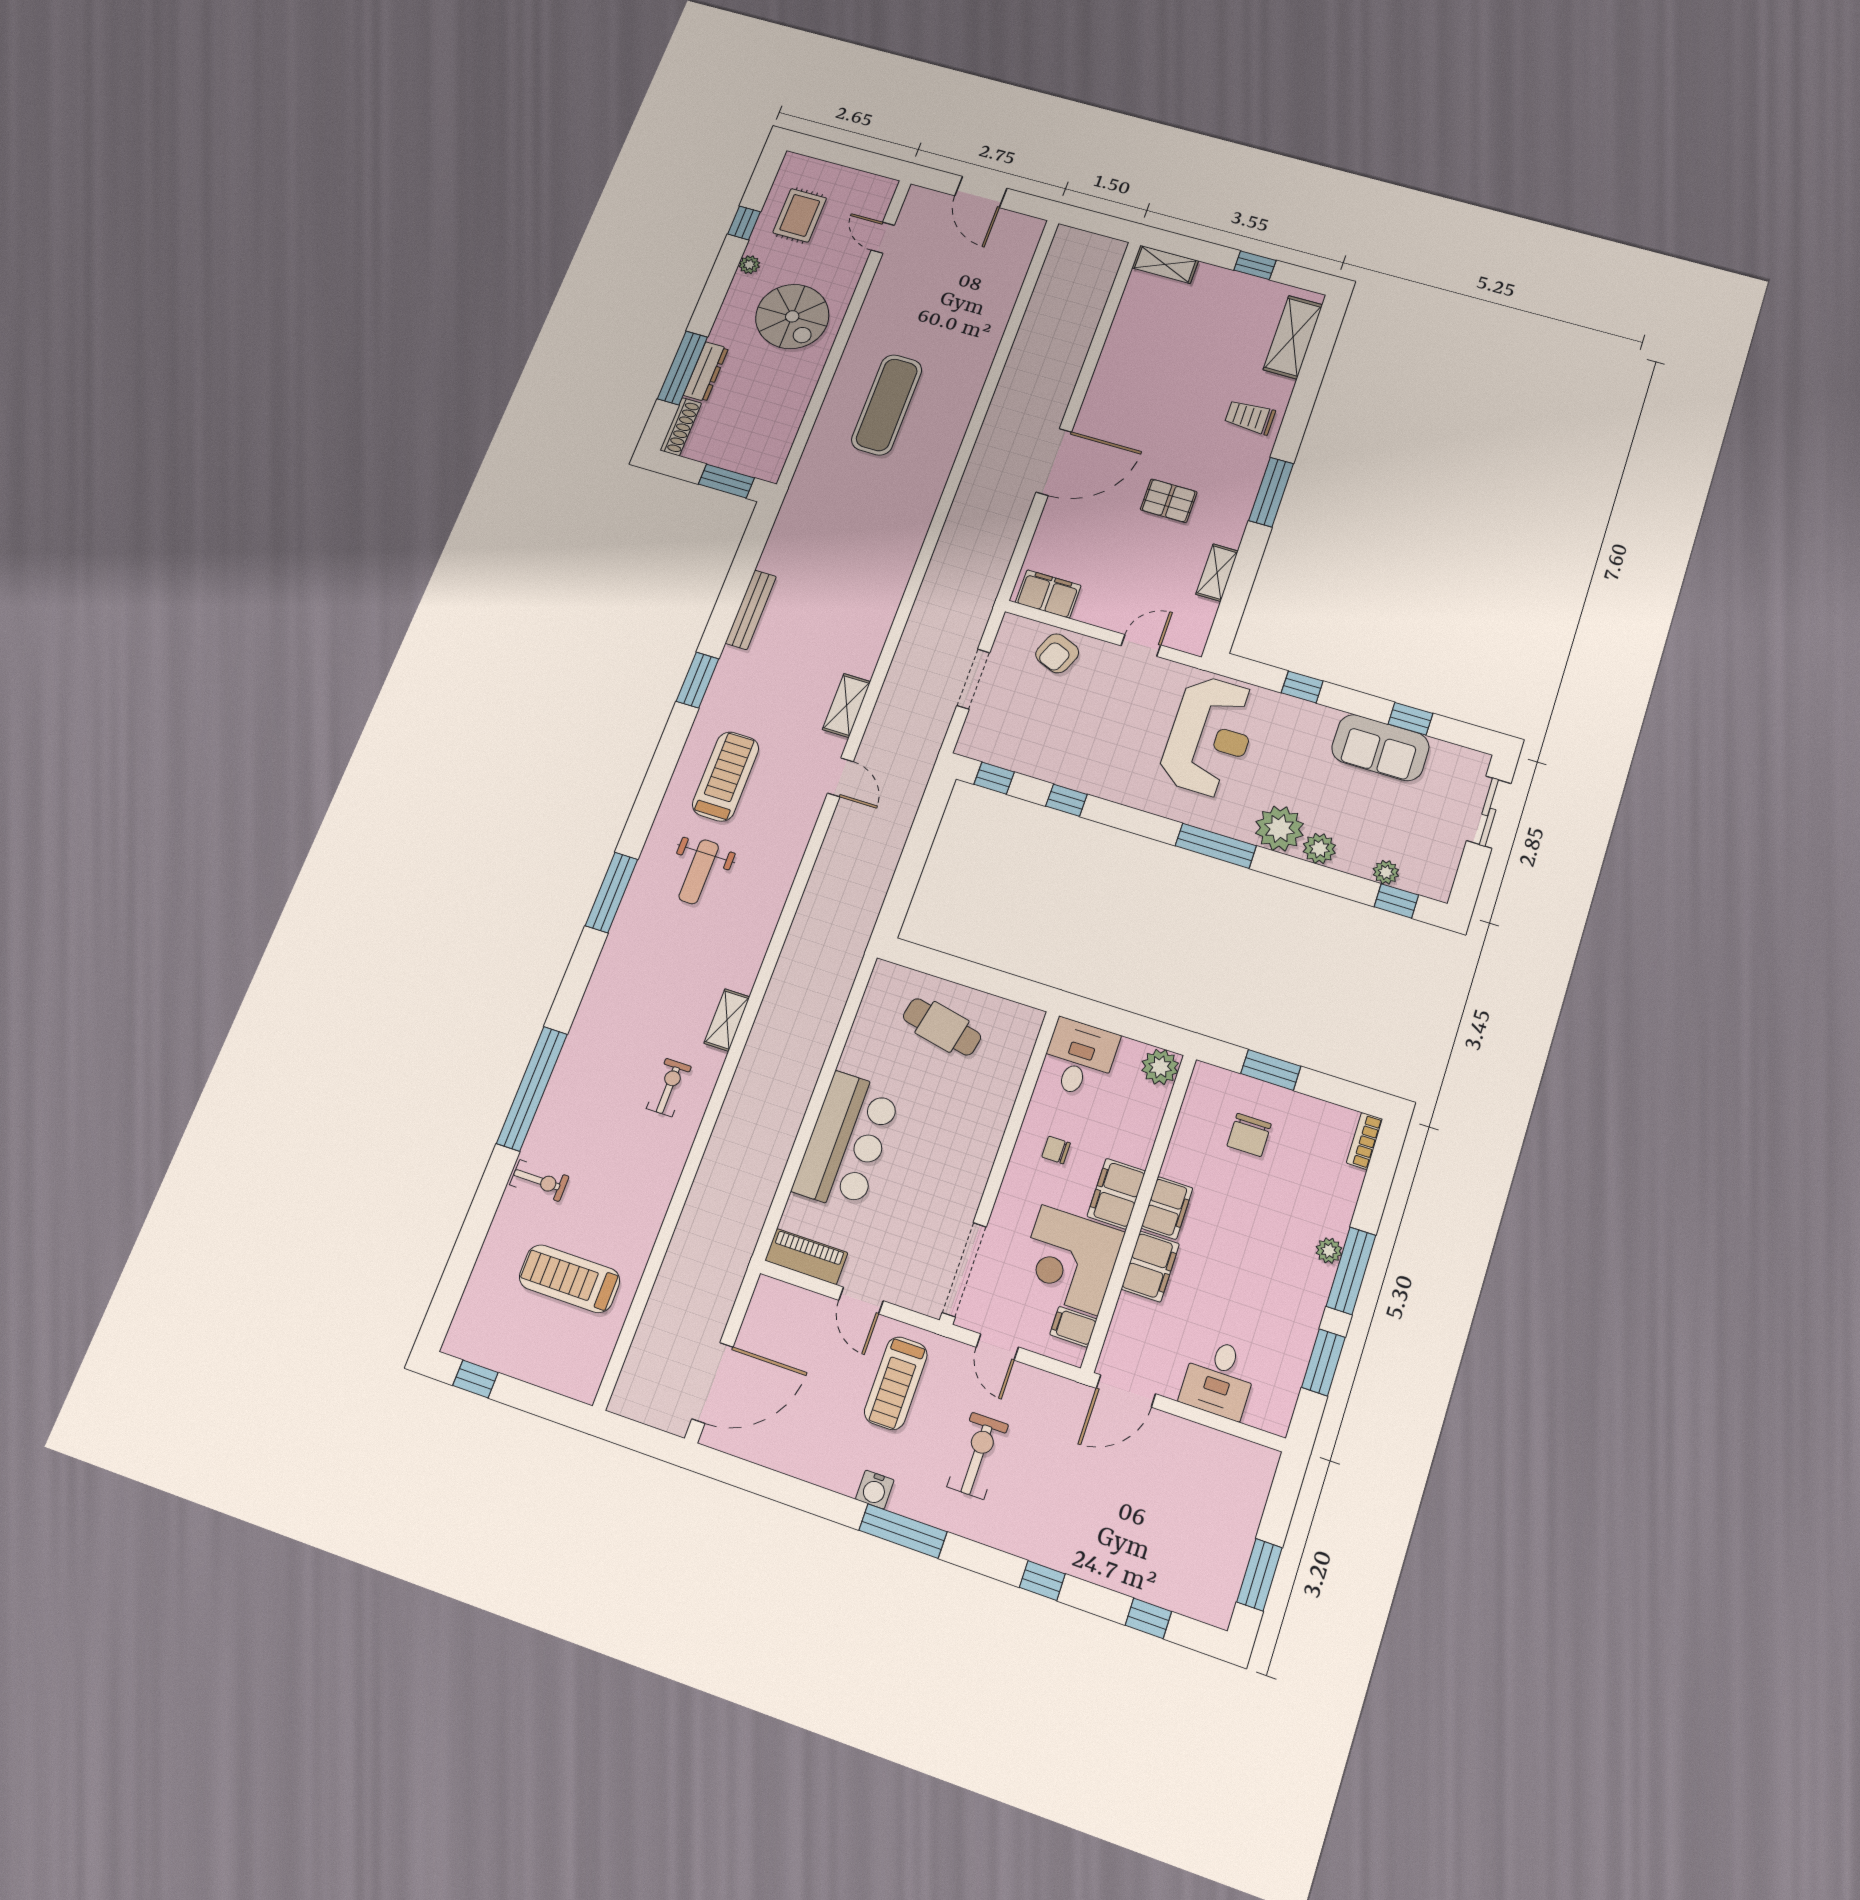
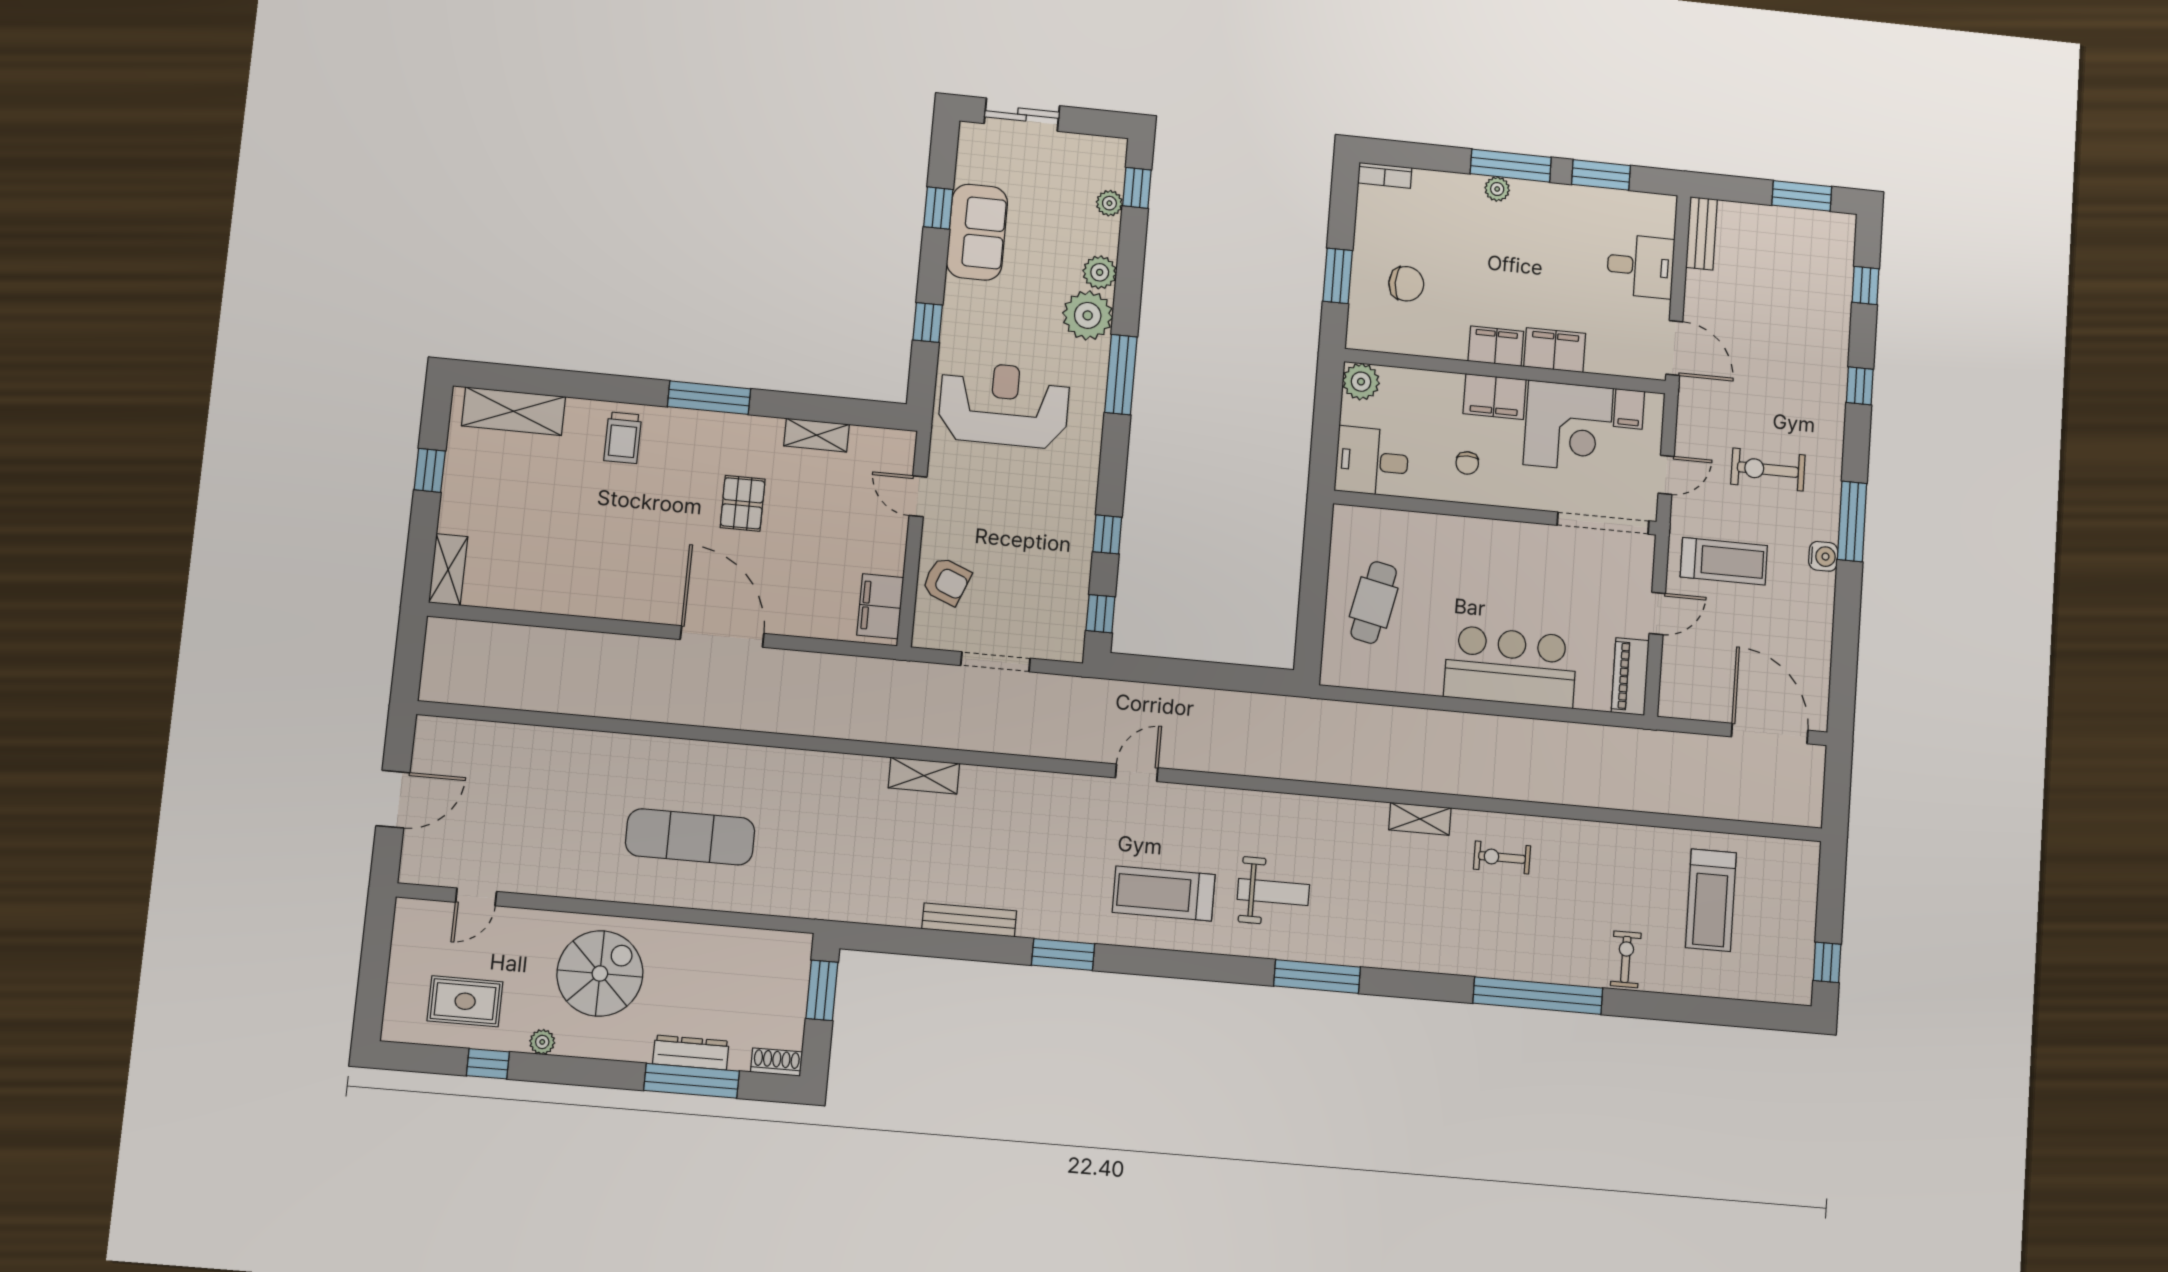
shoe rack: (681, 427) -> (776, 1062), width x0.70
shelving: (846, 705) -> (924, 776), moved
bench: (1240, 1453) -> (1702, 233), added

